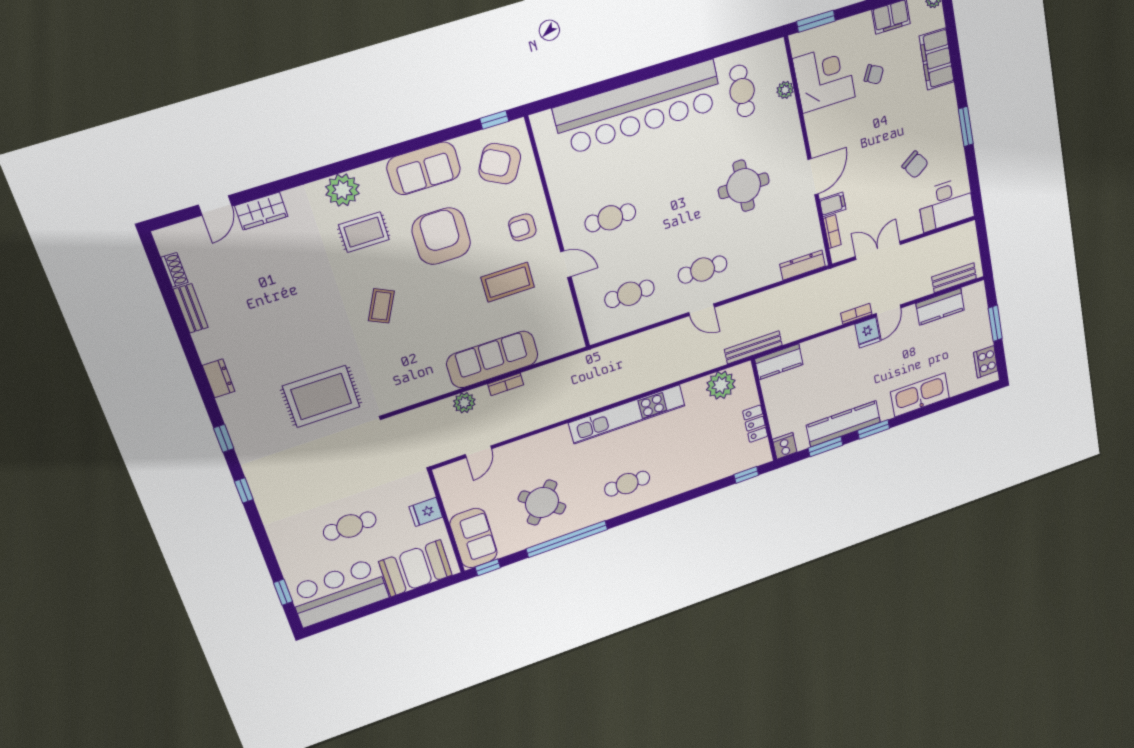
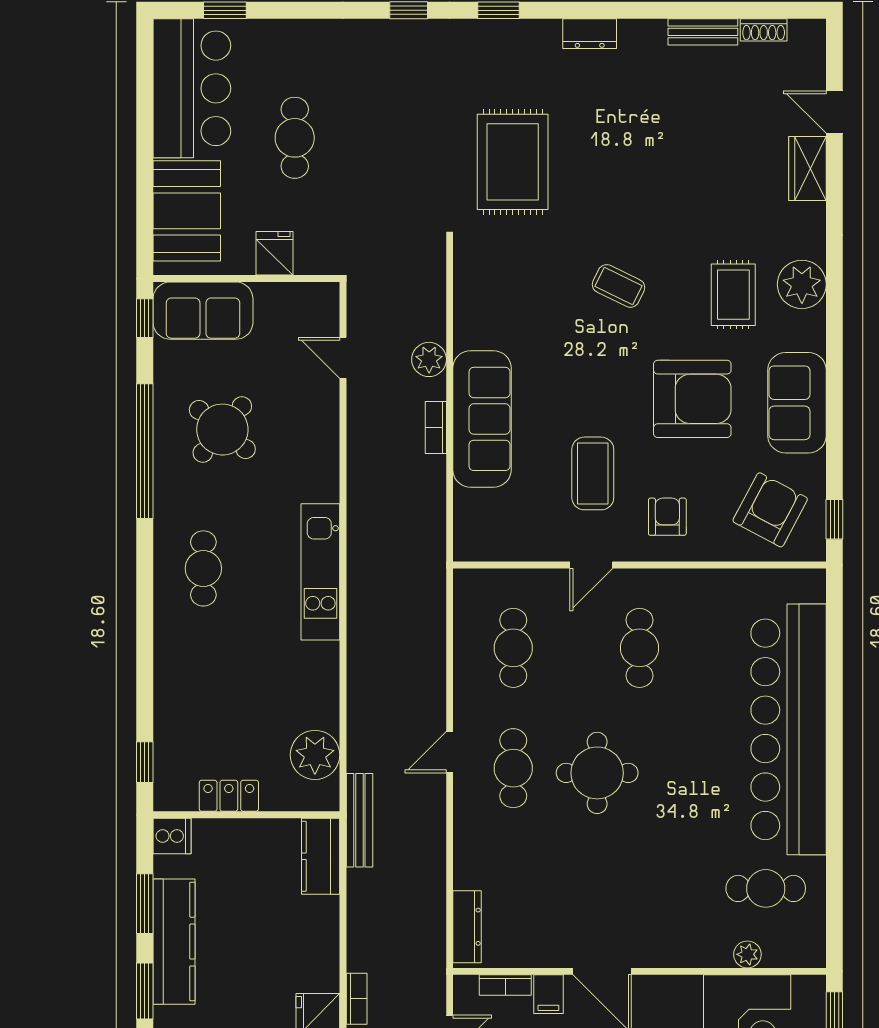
round table: (744, 186) -> (597, 773), moved
kitchen unit: (627, 414) -> (320, 572), width x0.73

